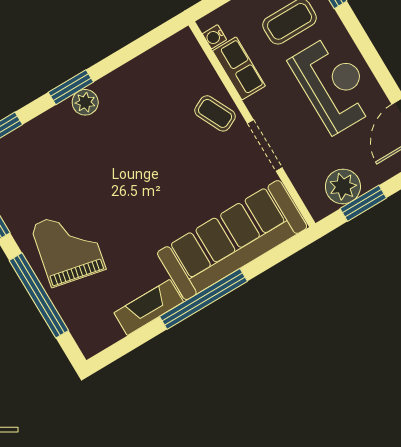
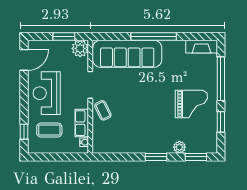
plant: (85, 102) -> (179, 147), moved
plant: (343, 186) -> (80, 48), moved
grand piano: (68, 247) -> (191, 104), moved, turned -102
fireplace: (149, 307) -> (202, 47), moved

